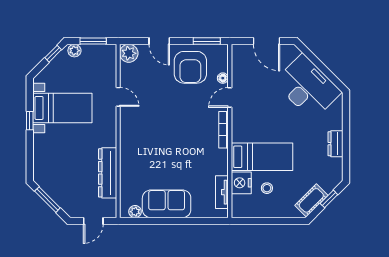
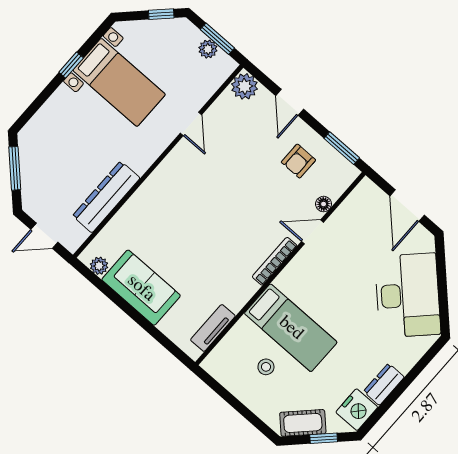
plant: (74, 51) -> (208, 49), moved
armchair: (190, 67) -> (298, 161), width x0.53, depth x0.53
nightstand: (241, 183) -> (357, 410), moved, turned 180

